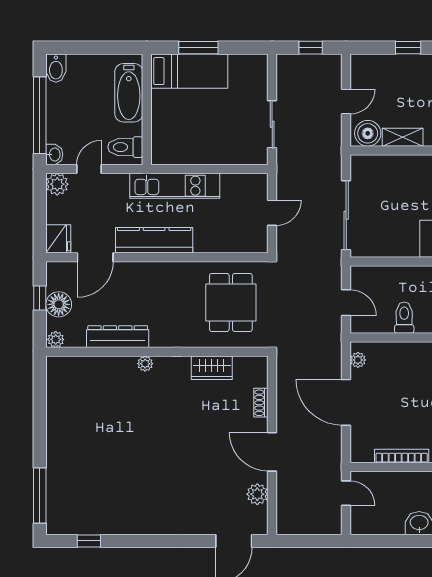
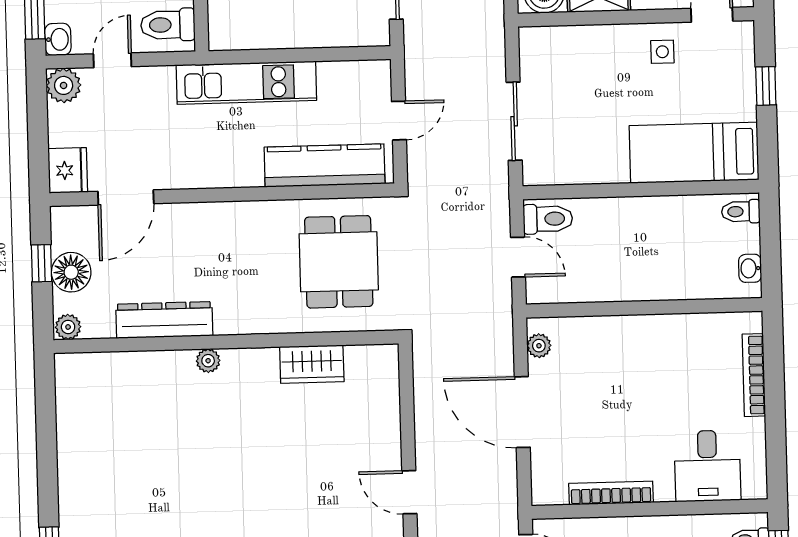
sliding door: (346, 215) -> (514, 121), width x0.73
kitchen counter: (154, 240) -> (325, 166), moved
toilet: (404, 318) -> (548, 219), moved, turned 90
shoe rack: (261, 403) -> (390, 416), removed
door: (272, 452) -> (409, 492), width x0.73

